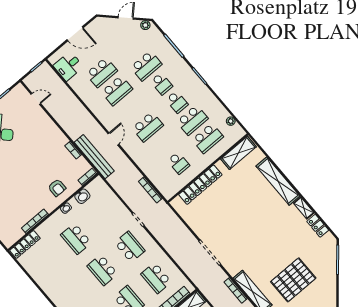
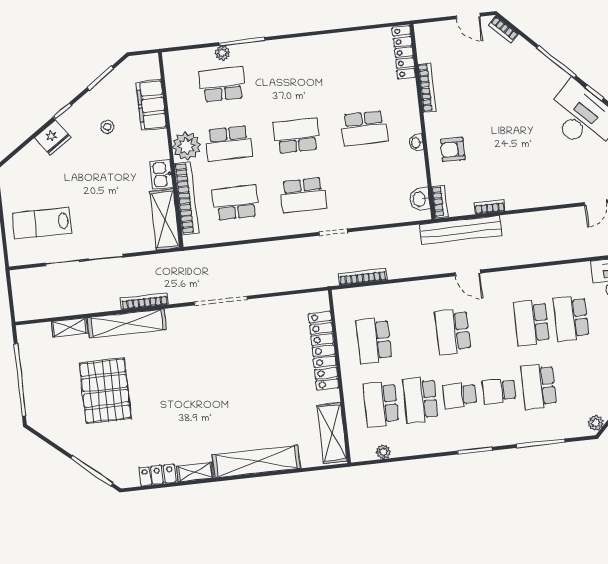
school desk: (178, 163) -> (374, 341), width x1.85
washbasin: (82, 196) -> (420, 199), moved
school desk: (76, 239) -> (364, 128), turned 180

